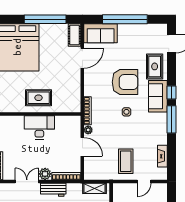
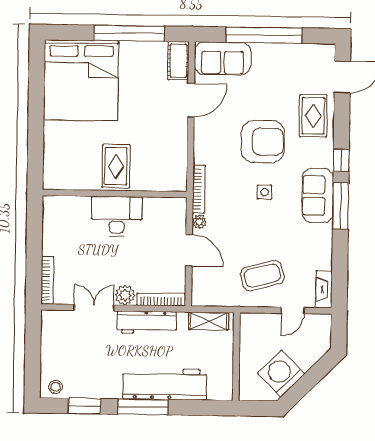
sofa: (158, 96) -> (318, 196), moved
rug: (39, 98) -> (116, 166), turned 90
fireplace: (162, 156) -> (324, 289), moved
coffee table: (126, 161) -> (262, 276), turned 76
workbench: (53, 190) -> (147, 322), width x1.38

